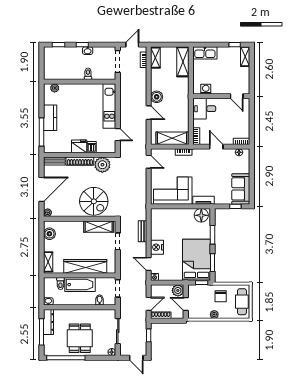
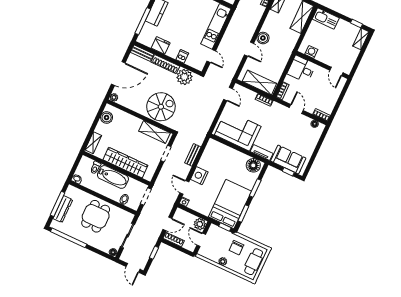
fridge: (79, 146) -> (161, 45), moved
sofa: (241, 189) -> (288, 160), moved, turned 90
spiral stairs: (94, 201) -> (161, 107), turned -90
dresser: (49, 322) -> (63, 209), moved
dining table: (80, 338) -> (96, 216), moved

